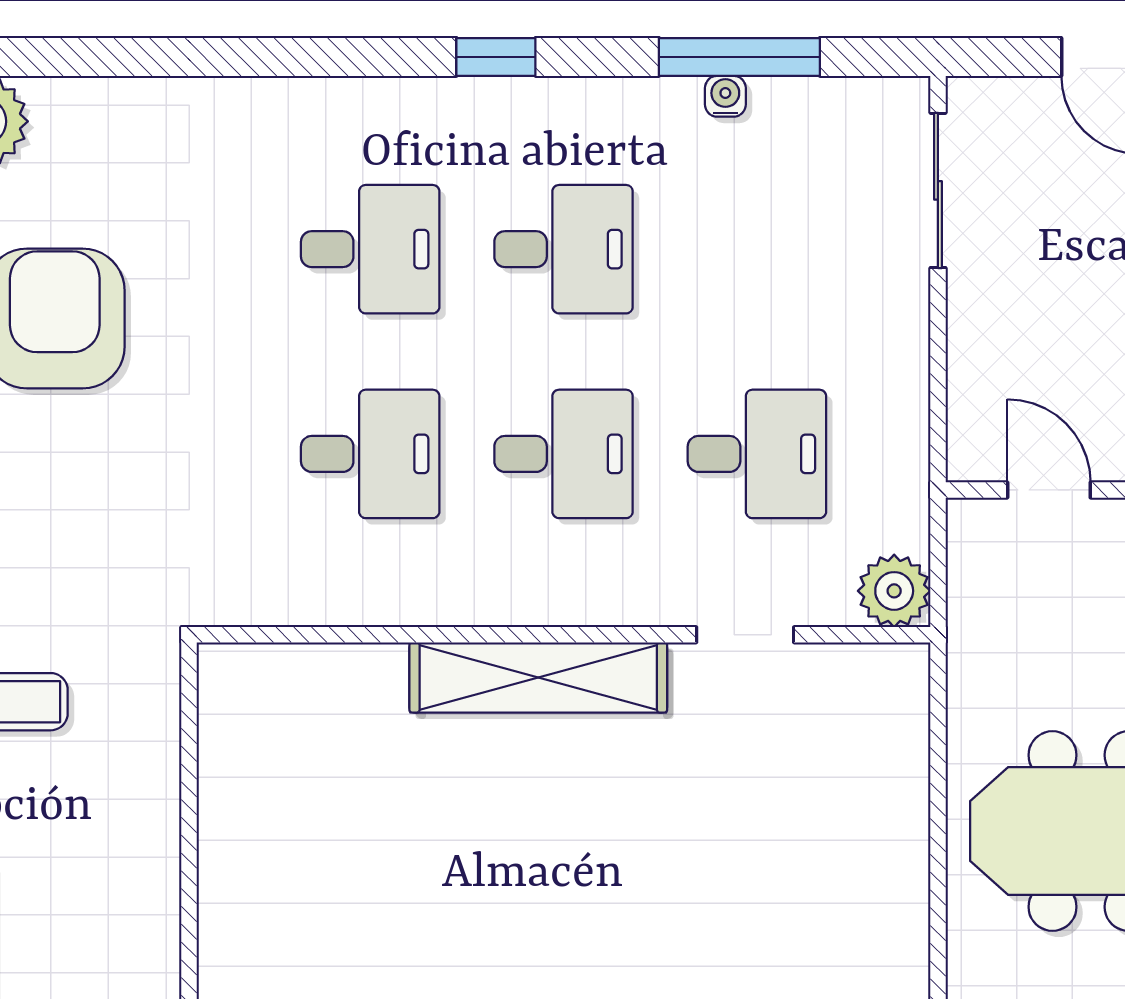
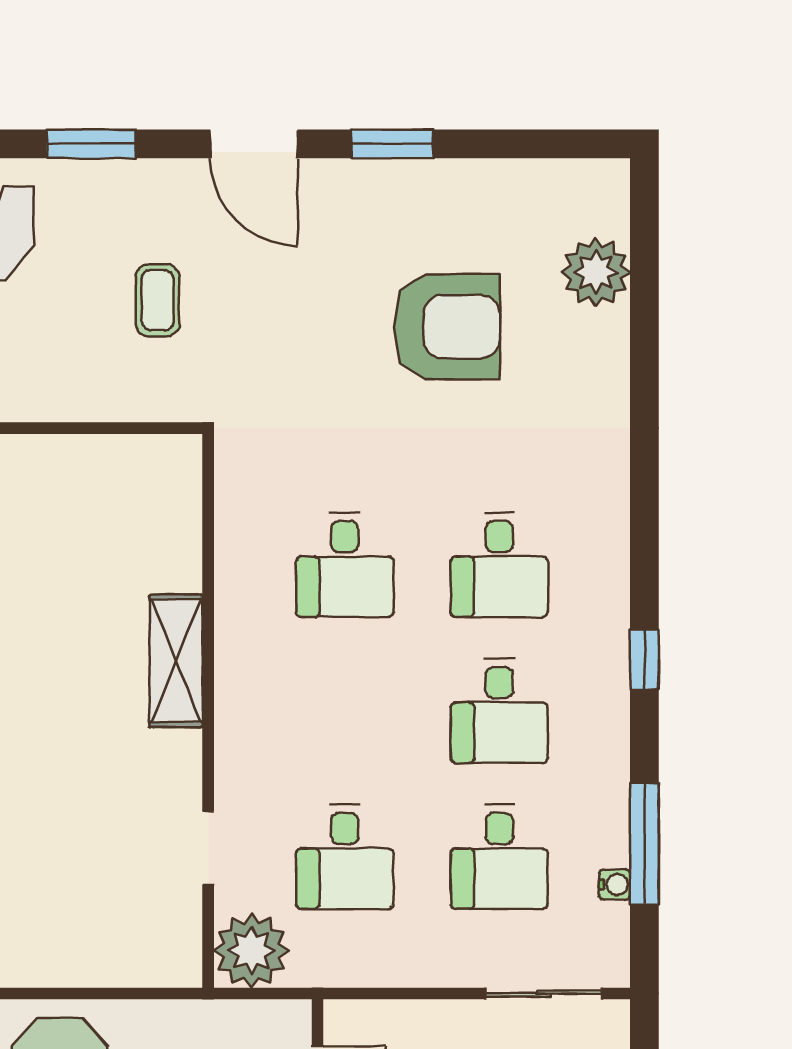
water cooler: (725, 96) -> (615, 885), moved
desk: (563, 454) -> (499, 857), moved
plant: (894, 591) -> (251, 950), width x1.36, depth x1.36
shelving: (538, 677) -> (176, 661), width x0.68

